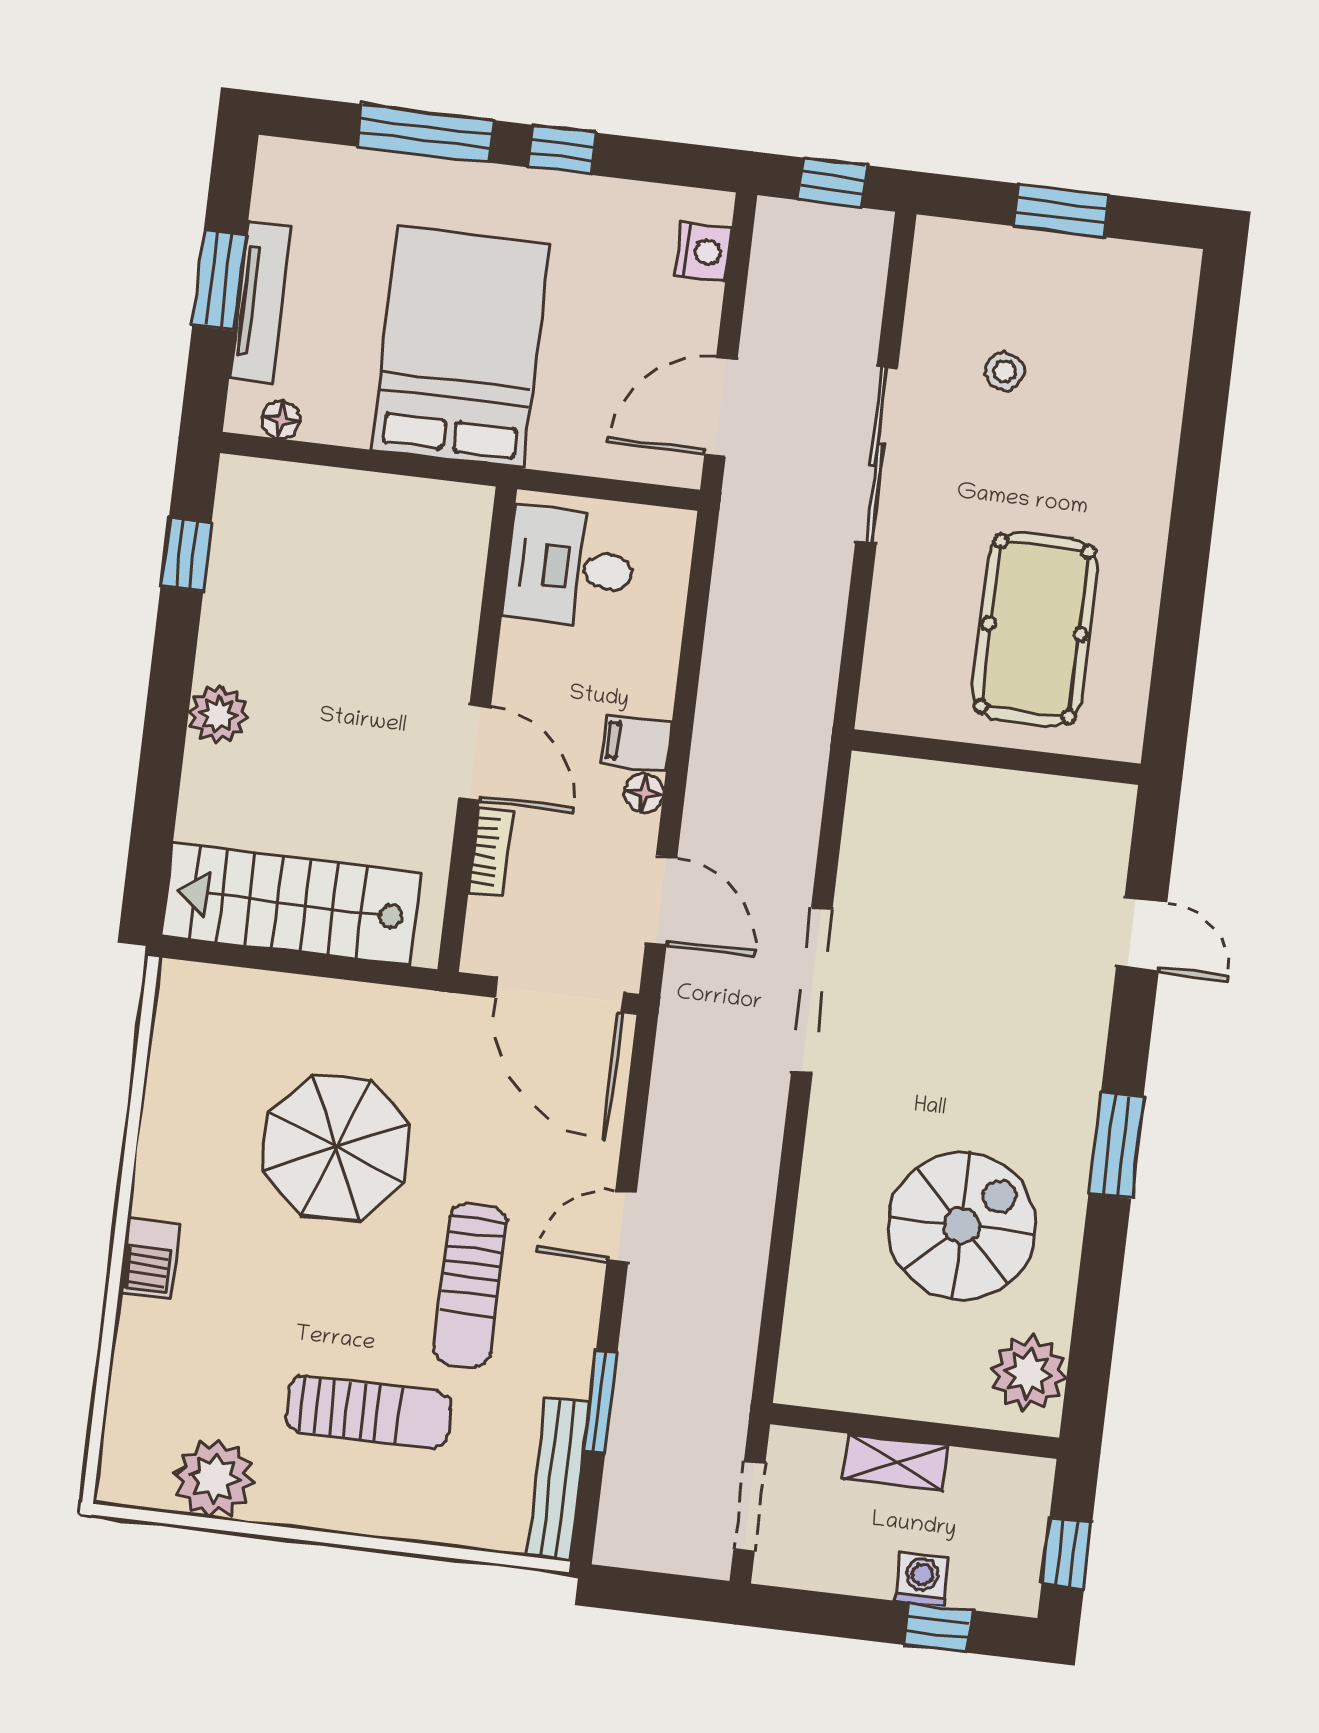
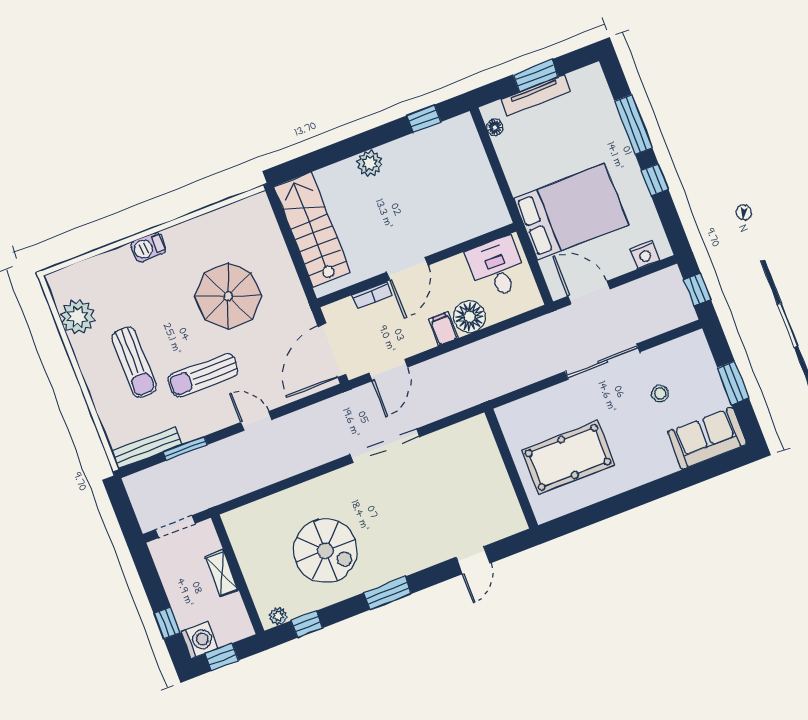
sofa: (1147, 324) -> (707, 438), added
bed: (460, 347) -> (571, 212), moved
floor lamp: (644, 793) -> (469, 317), moved, width x1.89, depth x1.89
window: (1092, 1344) -> (307, 624), added
plant: (1028, 1373) -> (278, 616), width x0.53, depth x0.53
washing machine: (922, 1579) -> (199, 640), moved, width x1.38, depth x1.38

